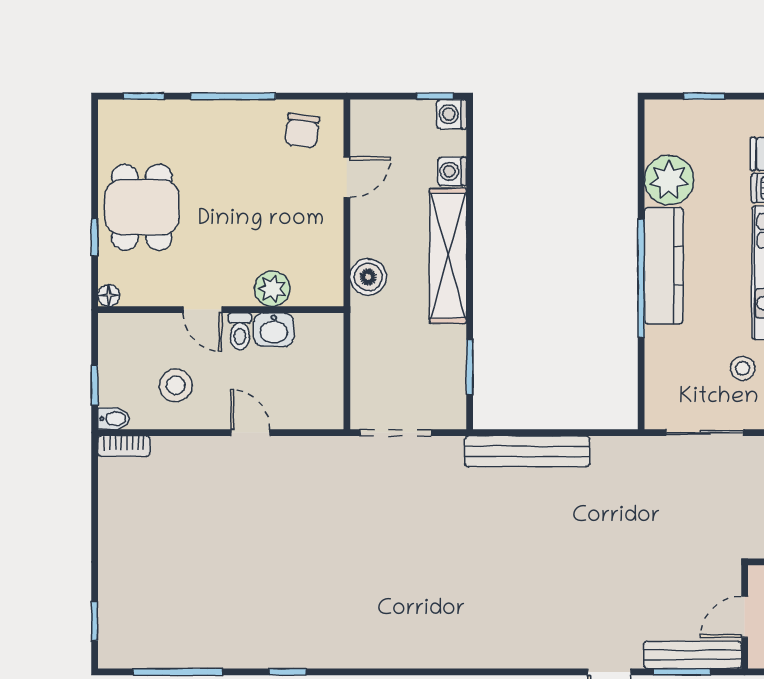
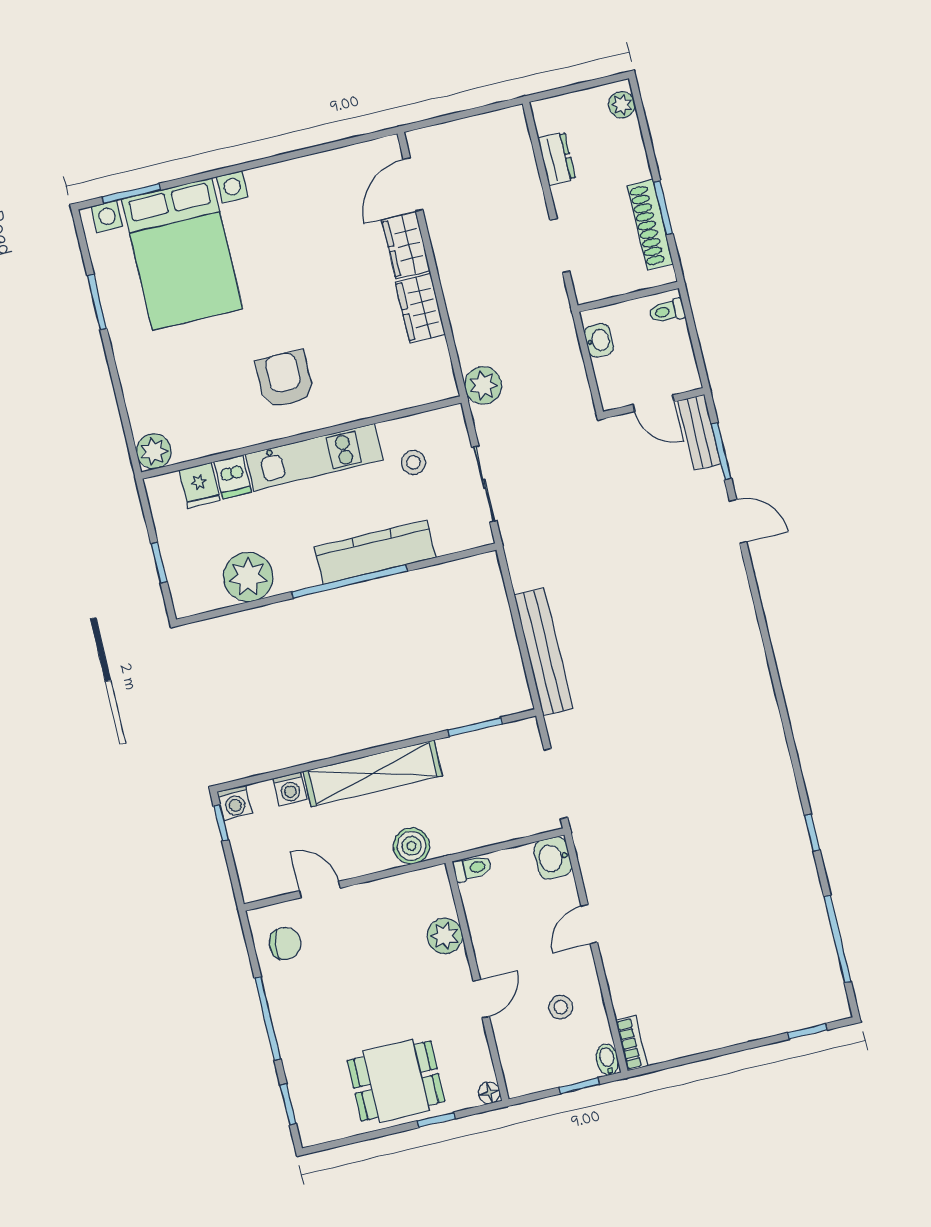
kitchen counter: (664, 266) -> (375, 552), moved
washbasin: (274, 330) -> (553, 858), moved, turned 180
toilet: (240, 331) -> (472, 868), moved
stool: (176, 385) -> (561, 1007), width x0.73, depth x0.73
bench: (693, 655) -> (699, 432), width x0.73

